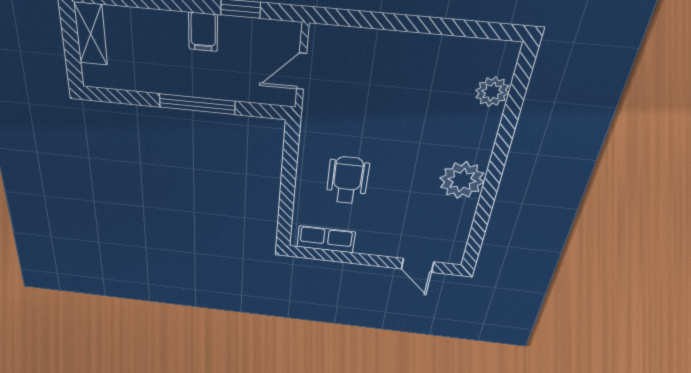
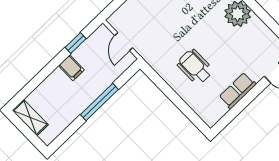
row of seats: (326, 239) -> (238, 91), moved

